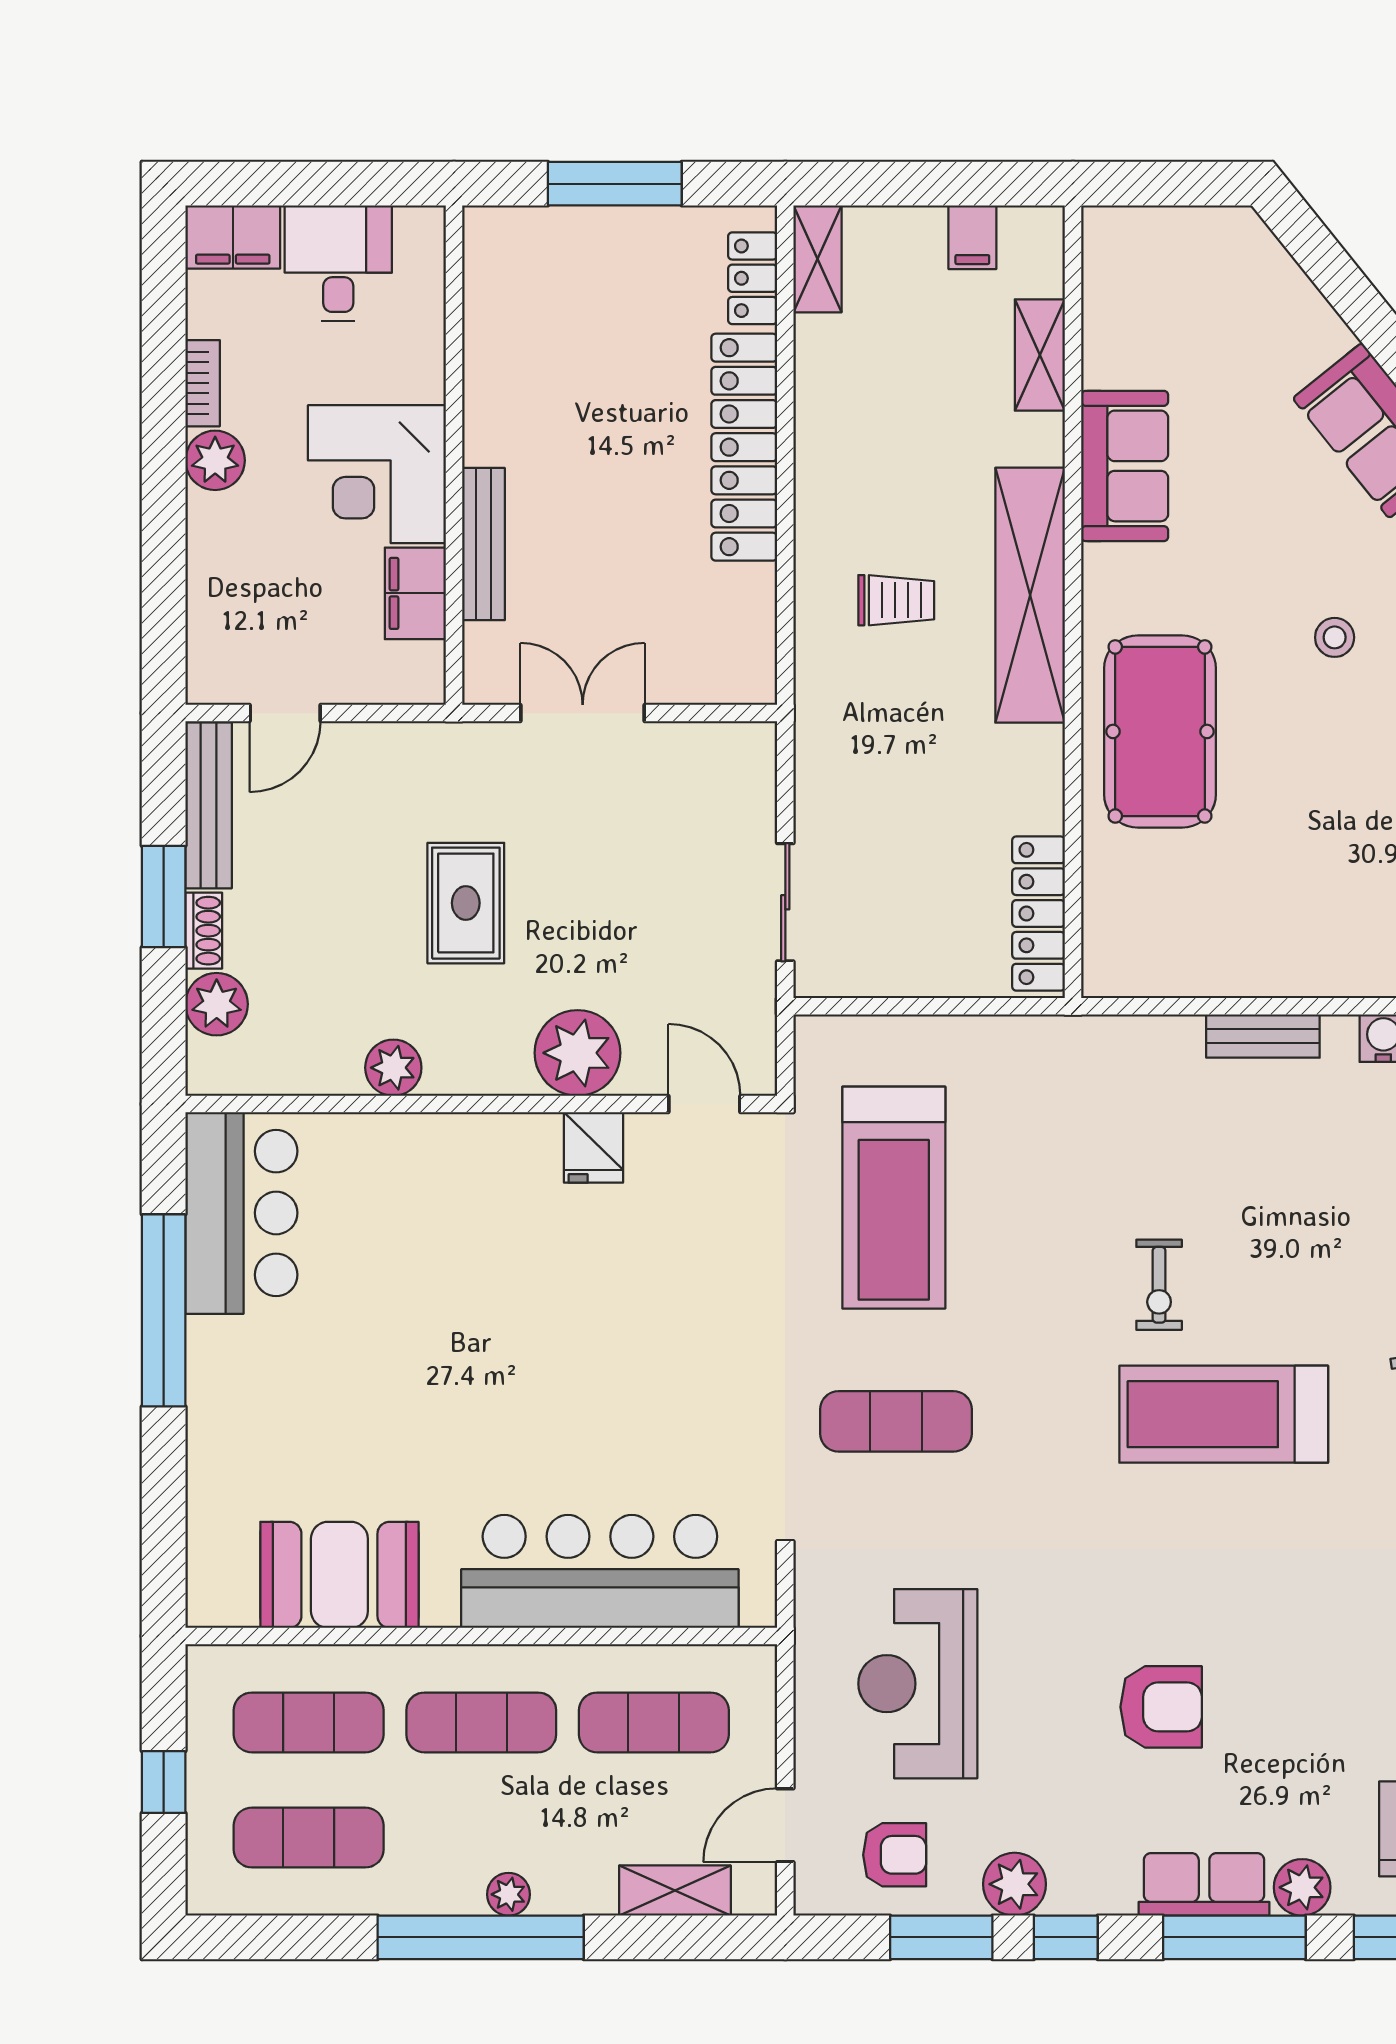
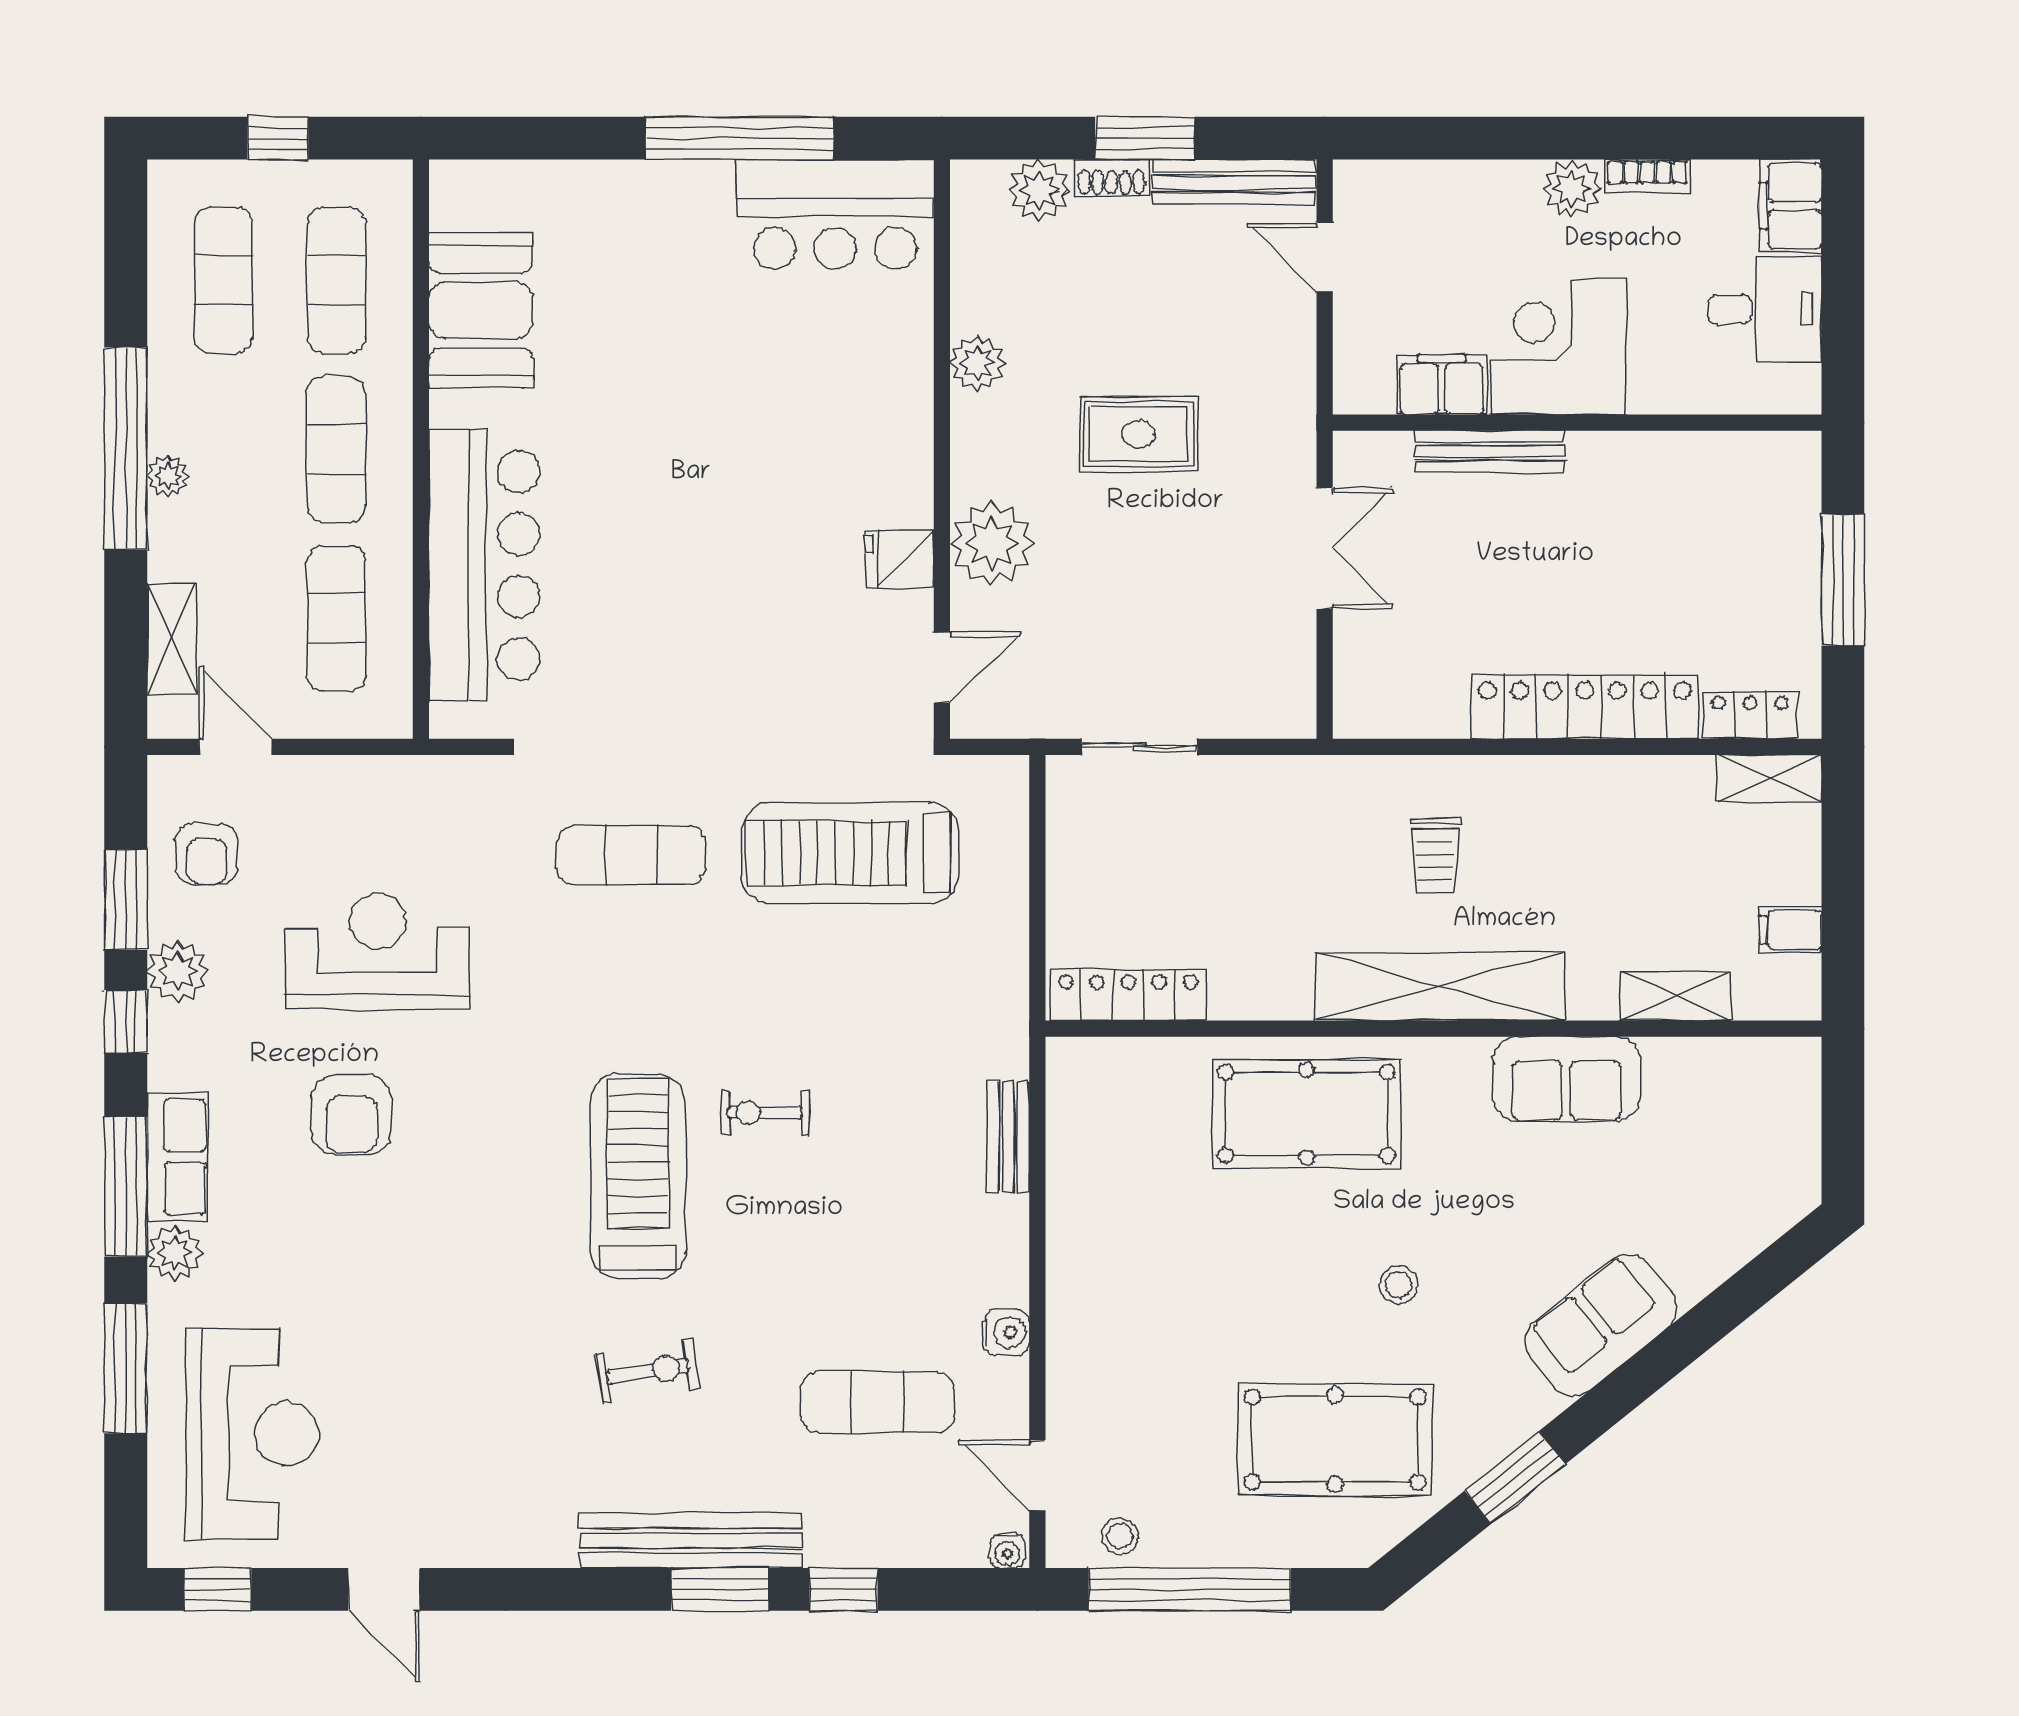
bench: (1263, 1036) -> (1008, 1136), moved
exercise mat: (896, 1421) -> (631, 855), turned 90
reception desk: (918, 1684) -> (378, 951), moved

